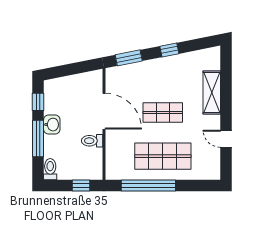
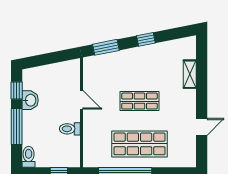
shelving: (212, 92) -> (190, 74), width x0.67, depth x0.75
door: (104, 111) -> (82, 100), width x0.53
washbasin: (52, 125) -> (30, 100), moved
door: (226, 139) -> (202, 127), swing flipped

